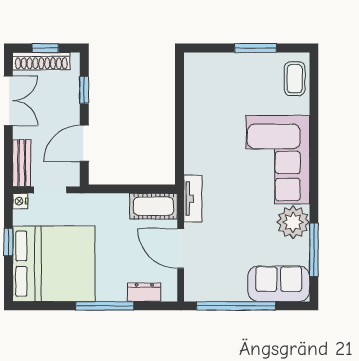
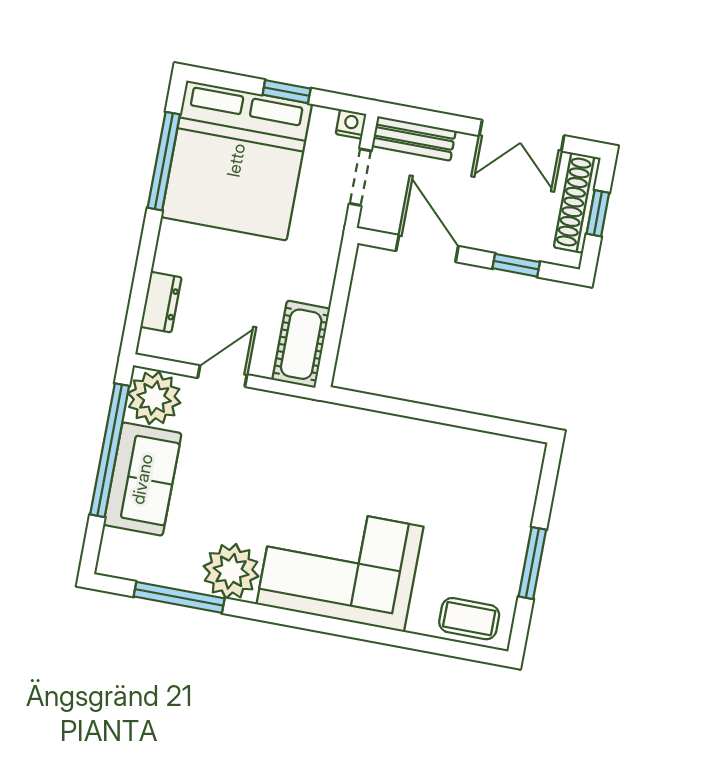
tv unit: (193, 199) -> (302, 412), removed
door: (181, 248) -> (222, 376), width x0.73
sofa: (279, 284) -> (142, 479), moved
plant: (201, 286) -> (154, 398), added
window: (105, 306) -> (164, 161), moved

